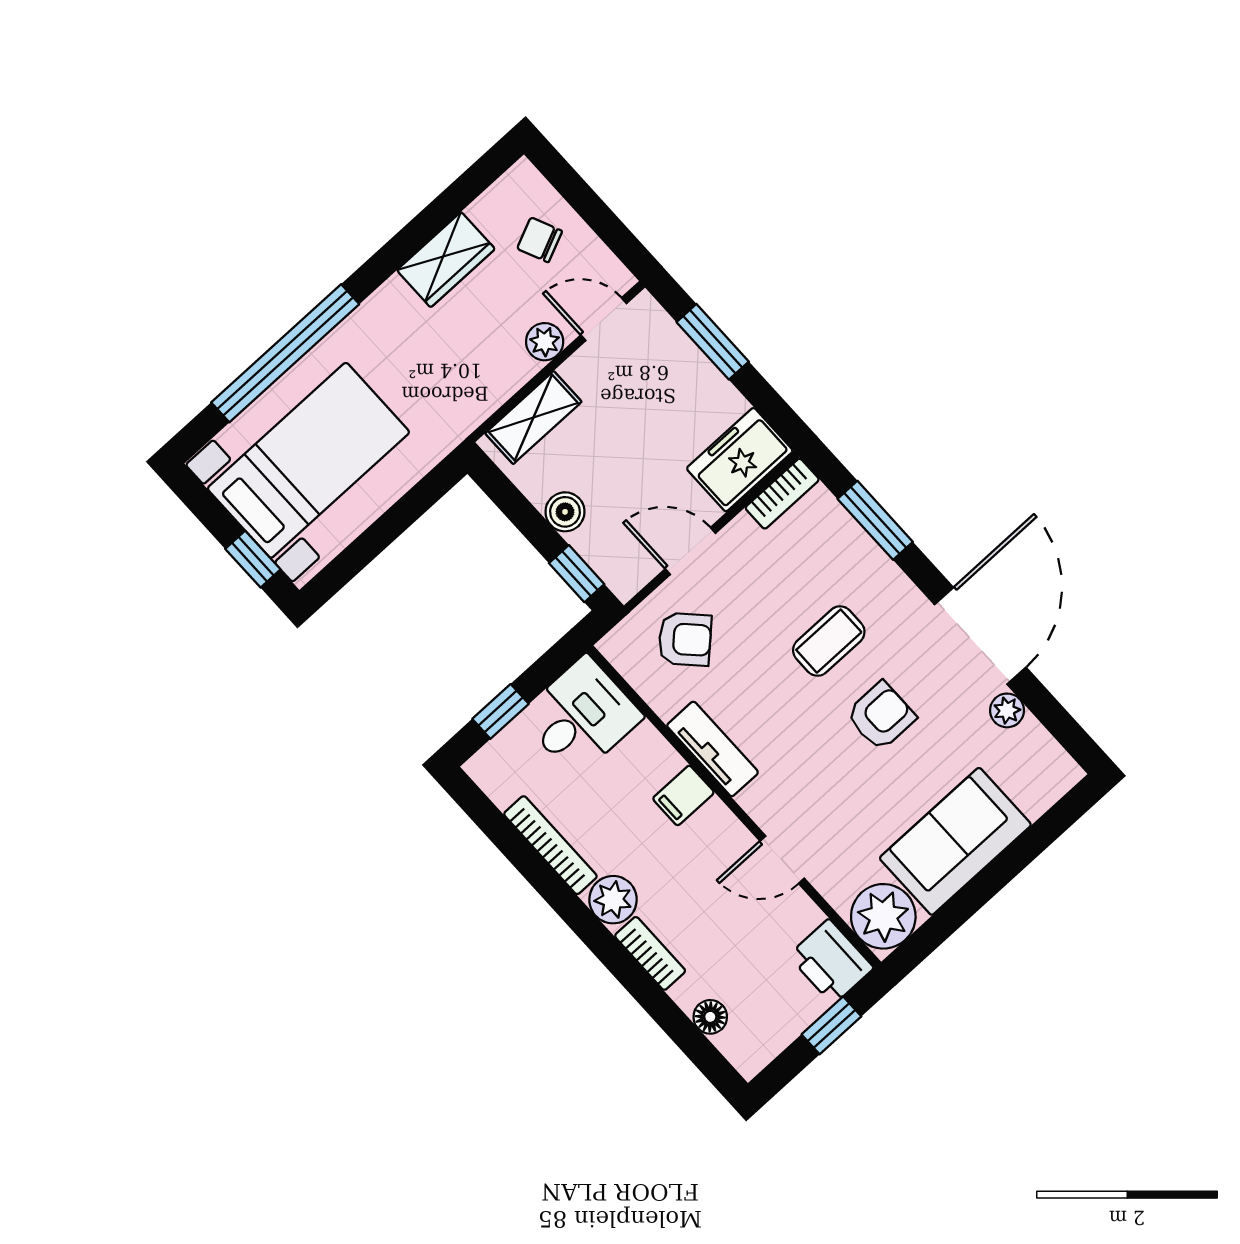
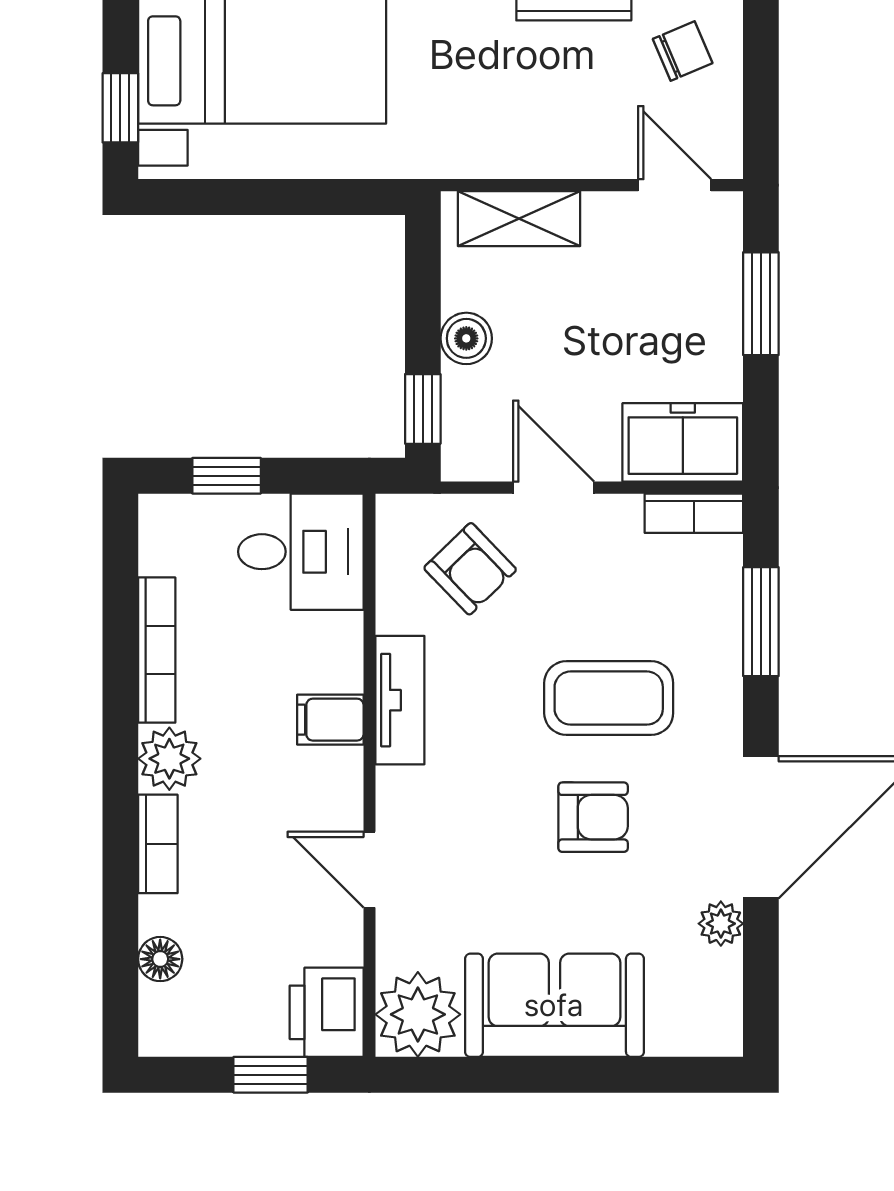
chair: (540, 240) -> (683, 51), turned 91
plant: (545, 342) -> (597, 155), removed
coffee table: (829, 641) -> (609, 698), width x1.36, depth x1.30

